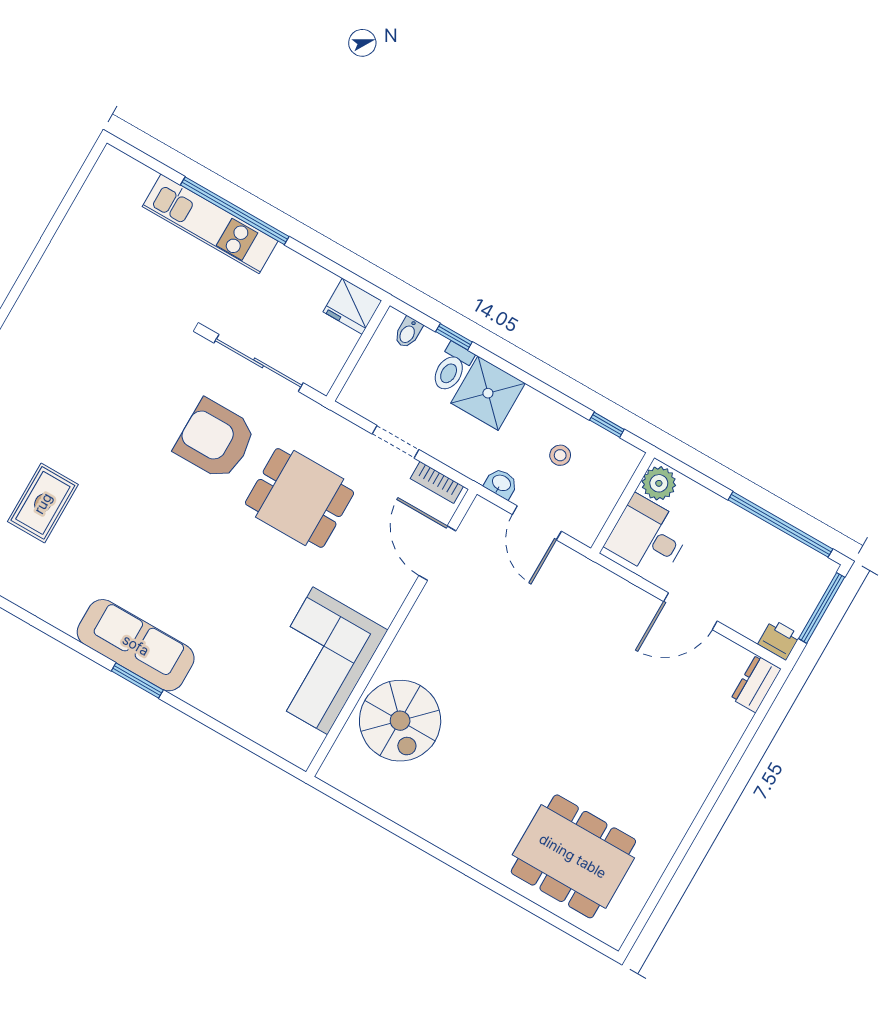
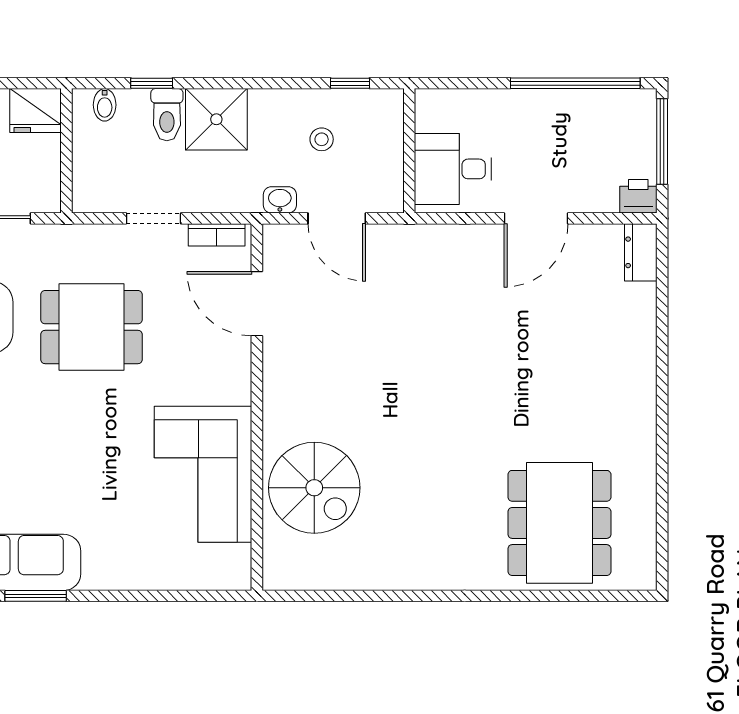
plant: (659, 483) -> (434, 111), removed
dining table: (573, 856) -> (559, 523), turned 90

